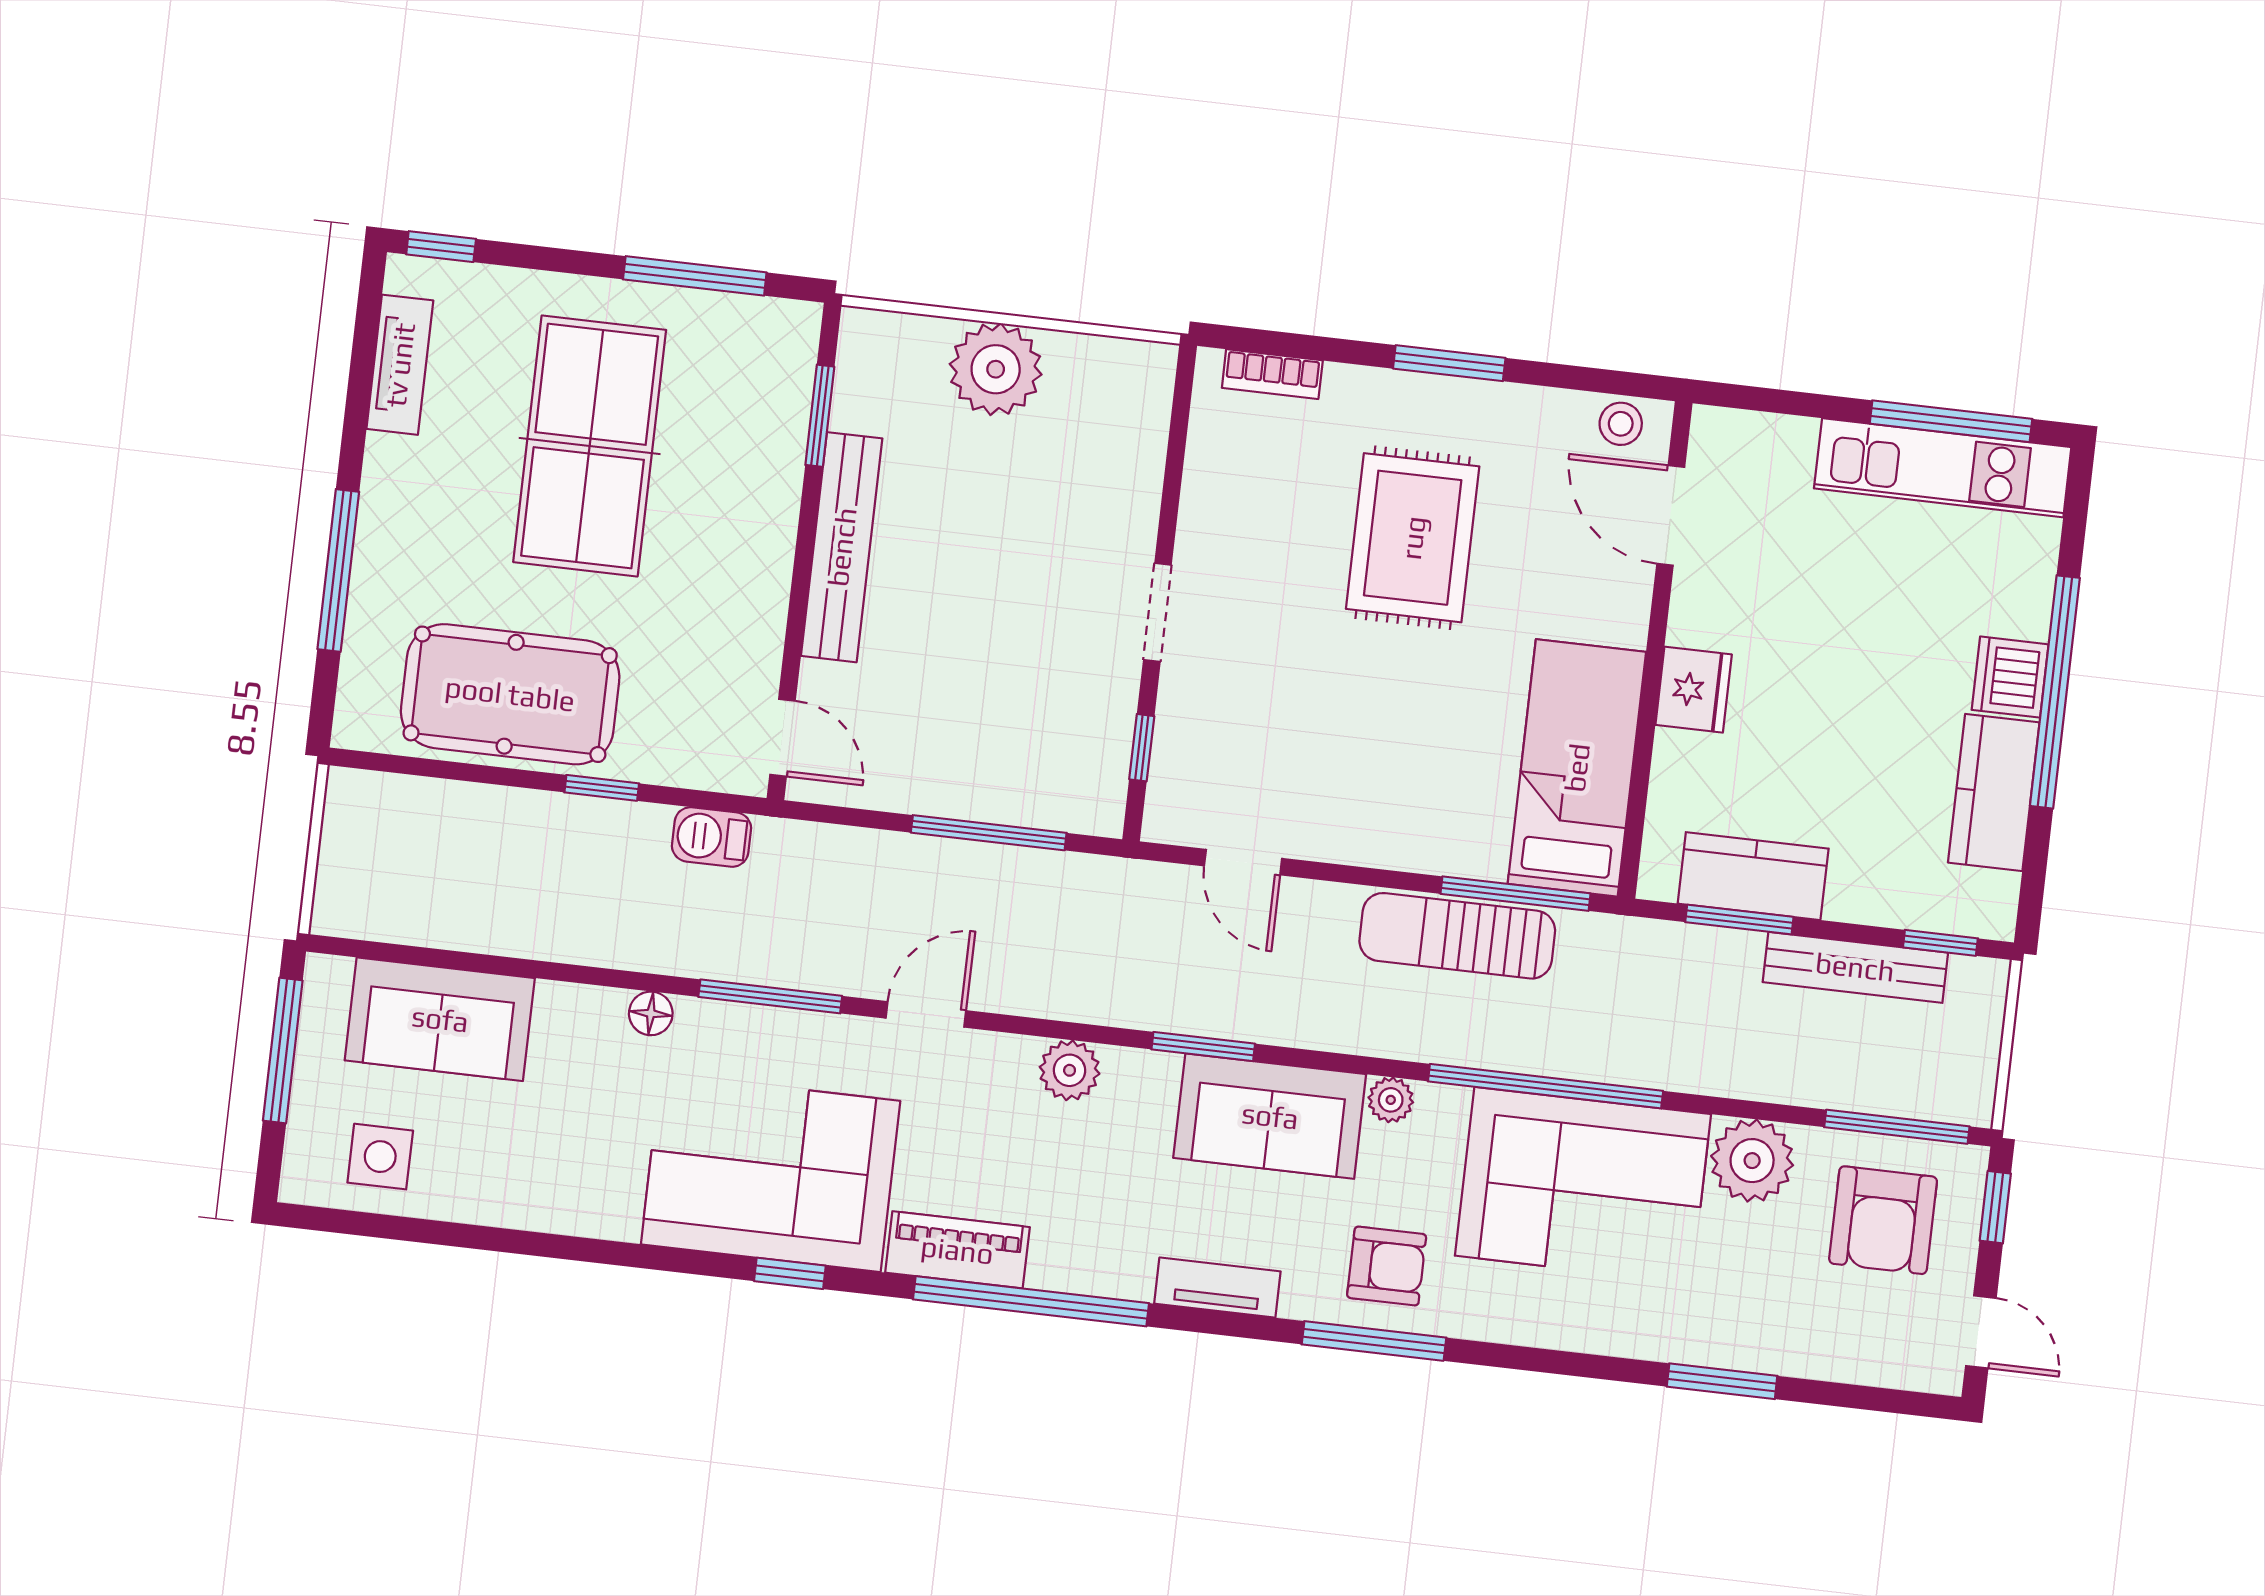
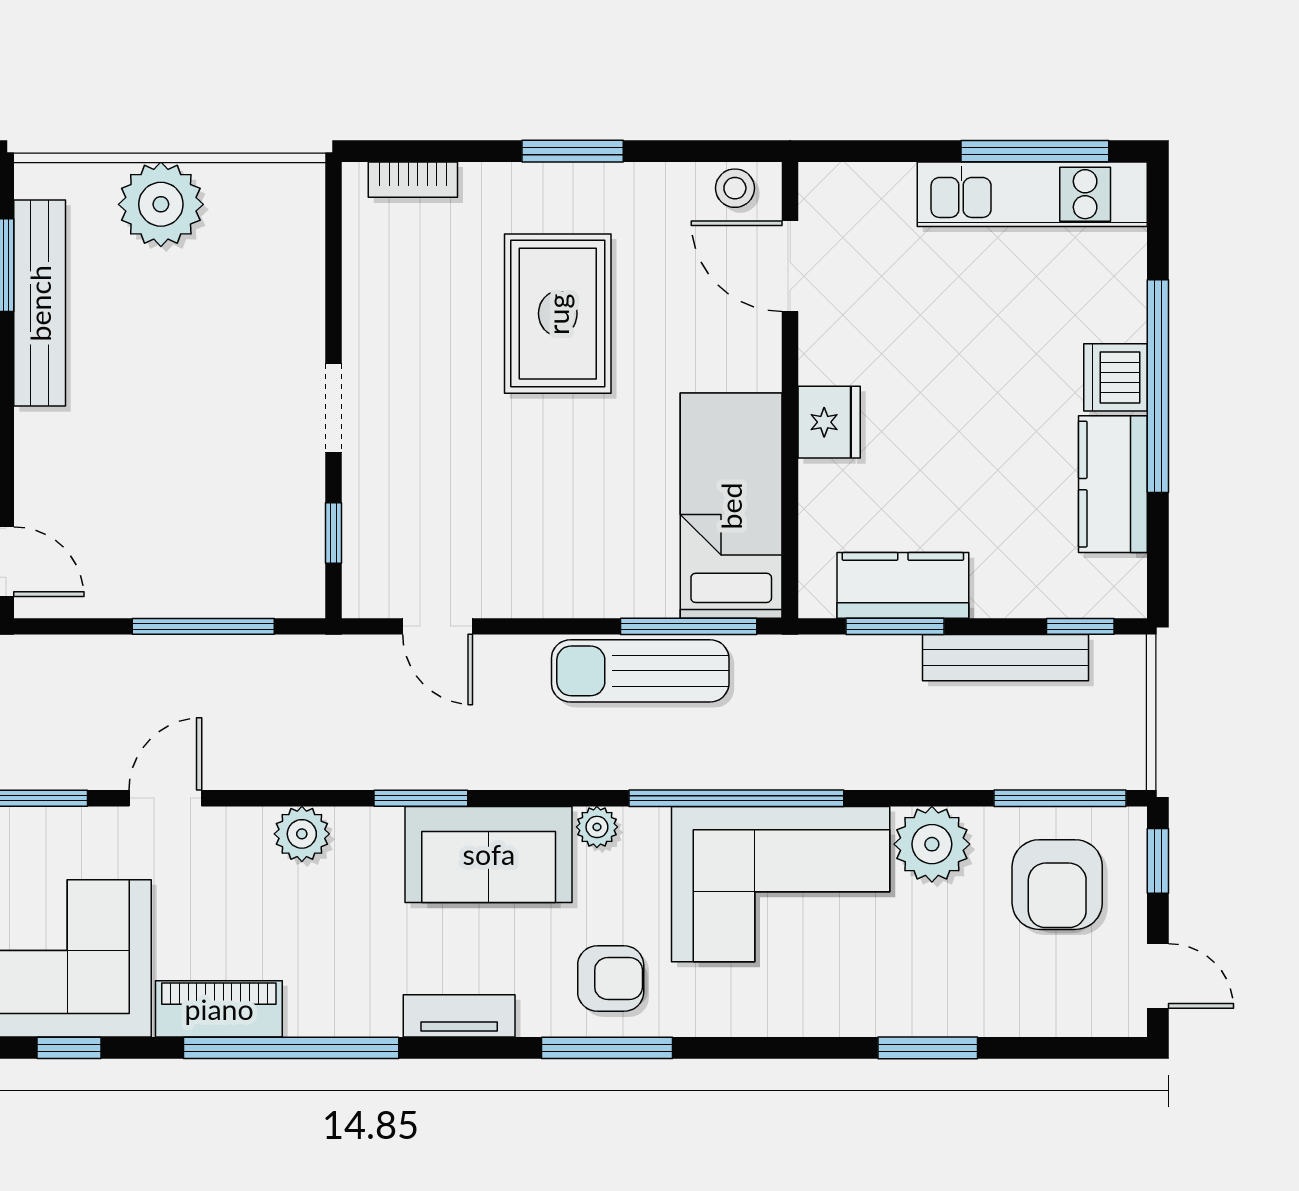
bench: (842, 547) -> (40, 303), moved

